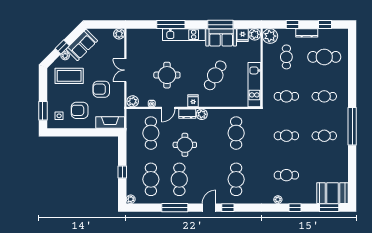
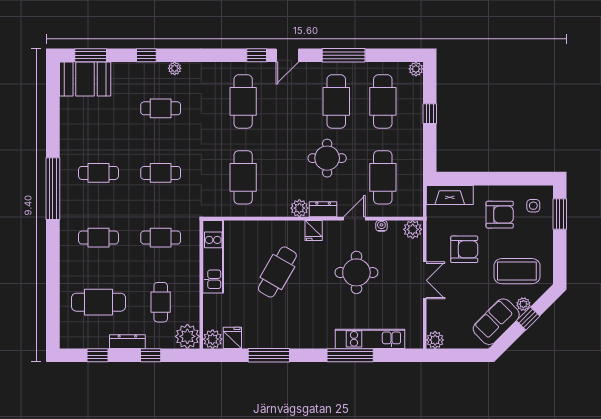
kitchen unit: (184, 35) -> (370, 339), moved
sofa: (221, 37) -> (268, 334), removed

